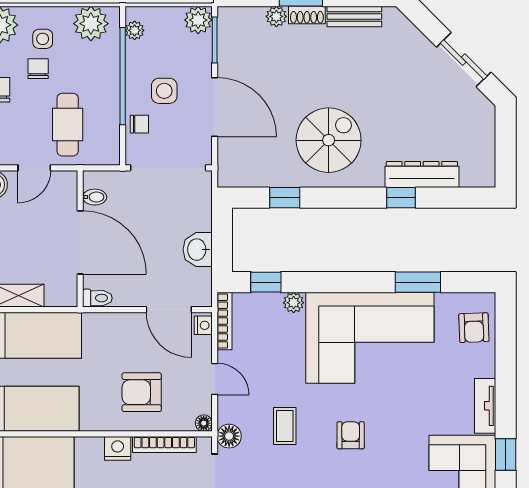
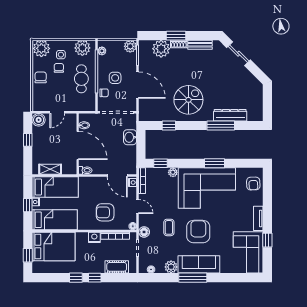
plant: (276, 16) -> (161, 49), width x1.88, depth x1.88
sliding door: (464, 60) -> (239, 54), moved
cafe table: (68, 125) -> (81, 79), moved
window: (401, 198) -> (221, 126), width x2.17
washbasin: (198, 250) -> (130, 137), moved
window: (418, 282) -> (214, 163), moved
armchair: (351, 435) -> (198, 232), width x1.88, depth x1.88

